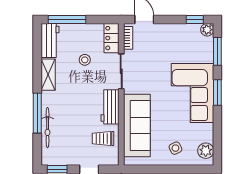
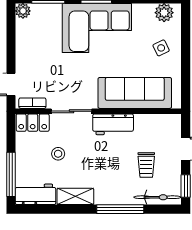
window: (195, 19) -> (11, 25), removed
bicycle: (48, 128) -> (157, 197), moved
trolley: (103, 138) -> (146, 165), moved

